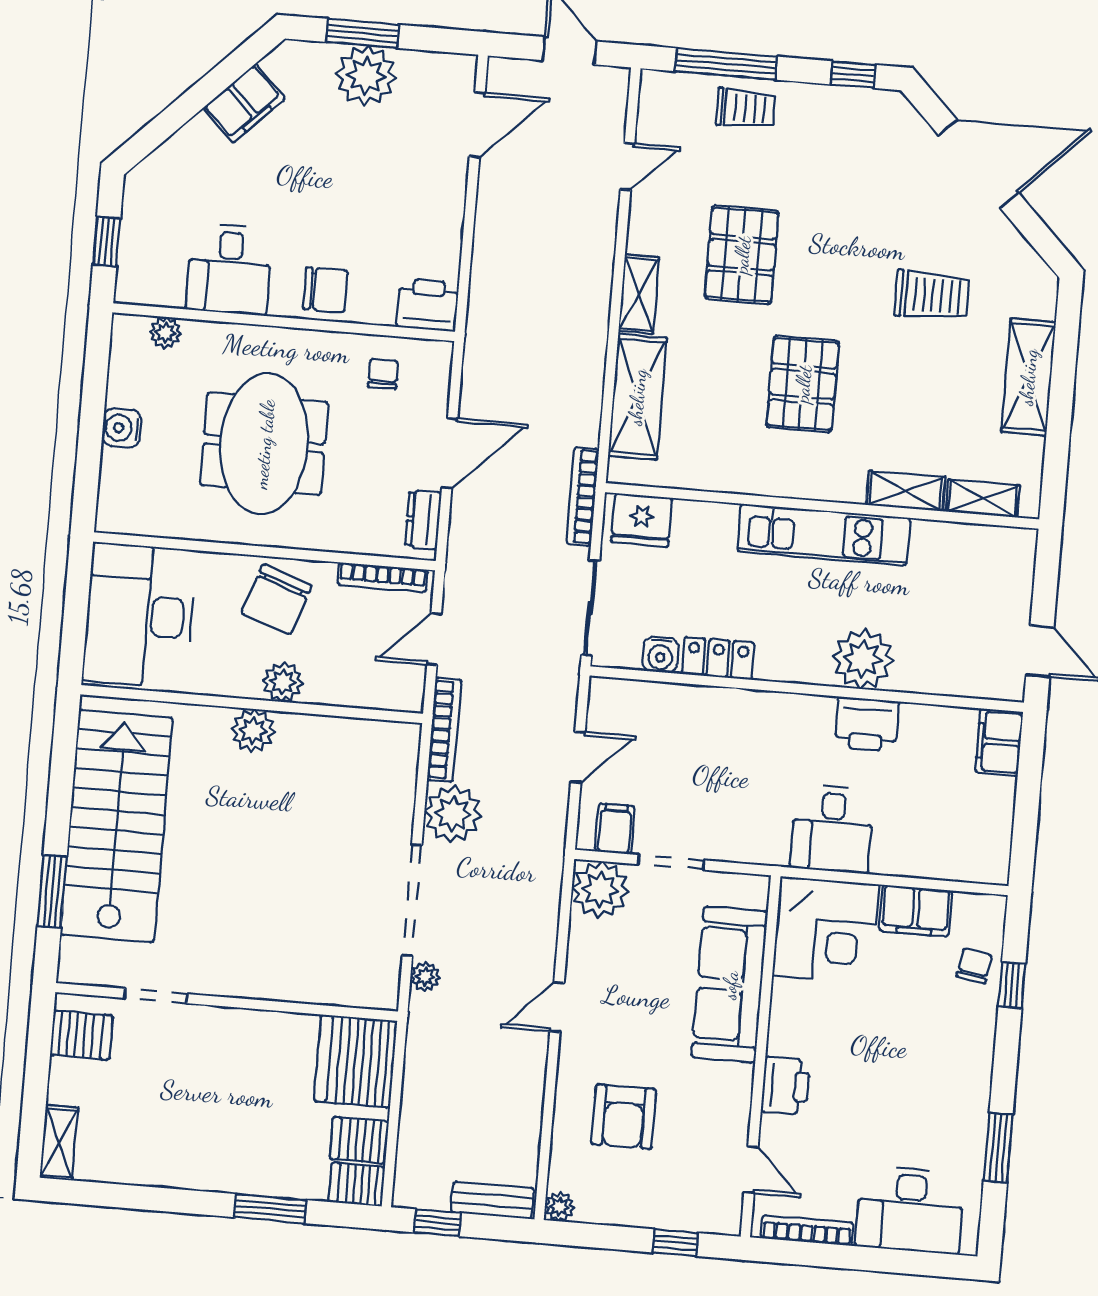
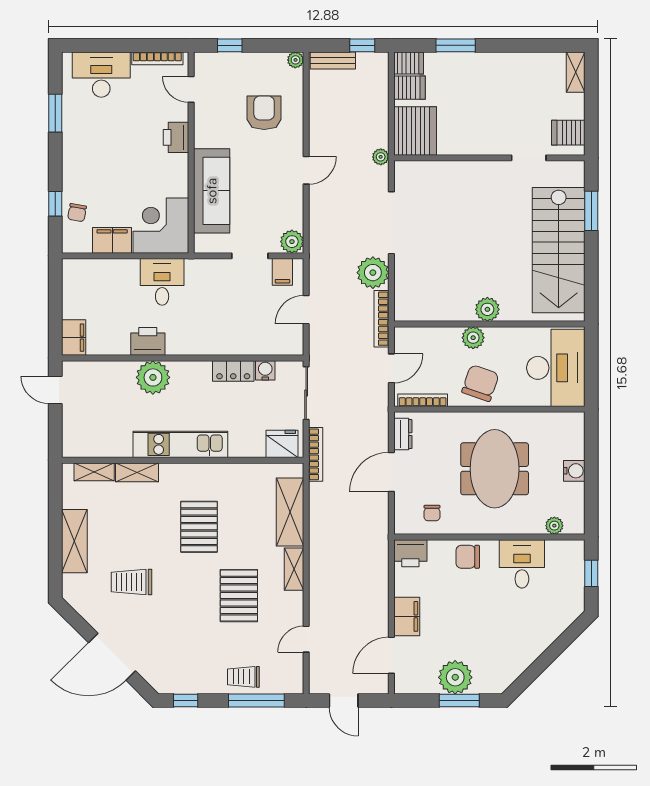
filing cabinet: (244, 103) -> (407, 616), moved, turned 135
plant: (600, 890) -> (292, 242), width x0.73, depth x0.73
plant: (425, 977) -> (381, 157), moved

